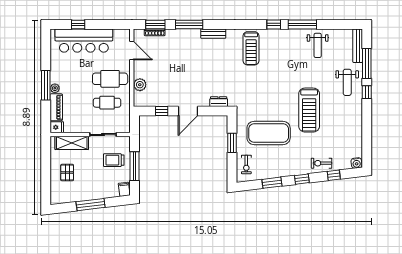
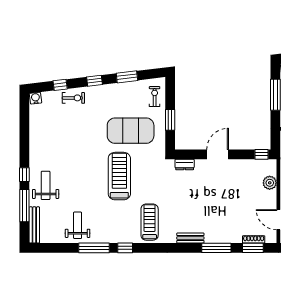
treadmill: (309, 110) -> (119, 176), moved
window: (162, 111) -> (262, 154), moved

